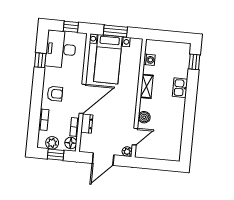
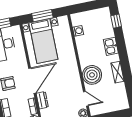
shelving: (147, 86) -> (118, 72), moved
boiler: (144, 117) -> (92, 75), width x1.86, depth x1.86
door: (135, 137) -> (86, 99), hinge flipped

